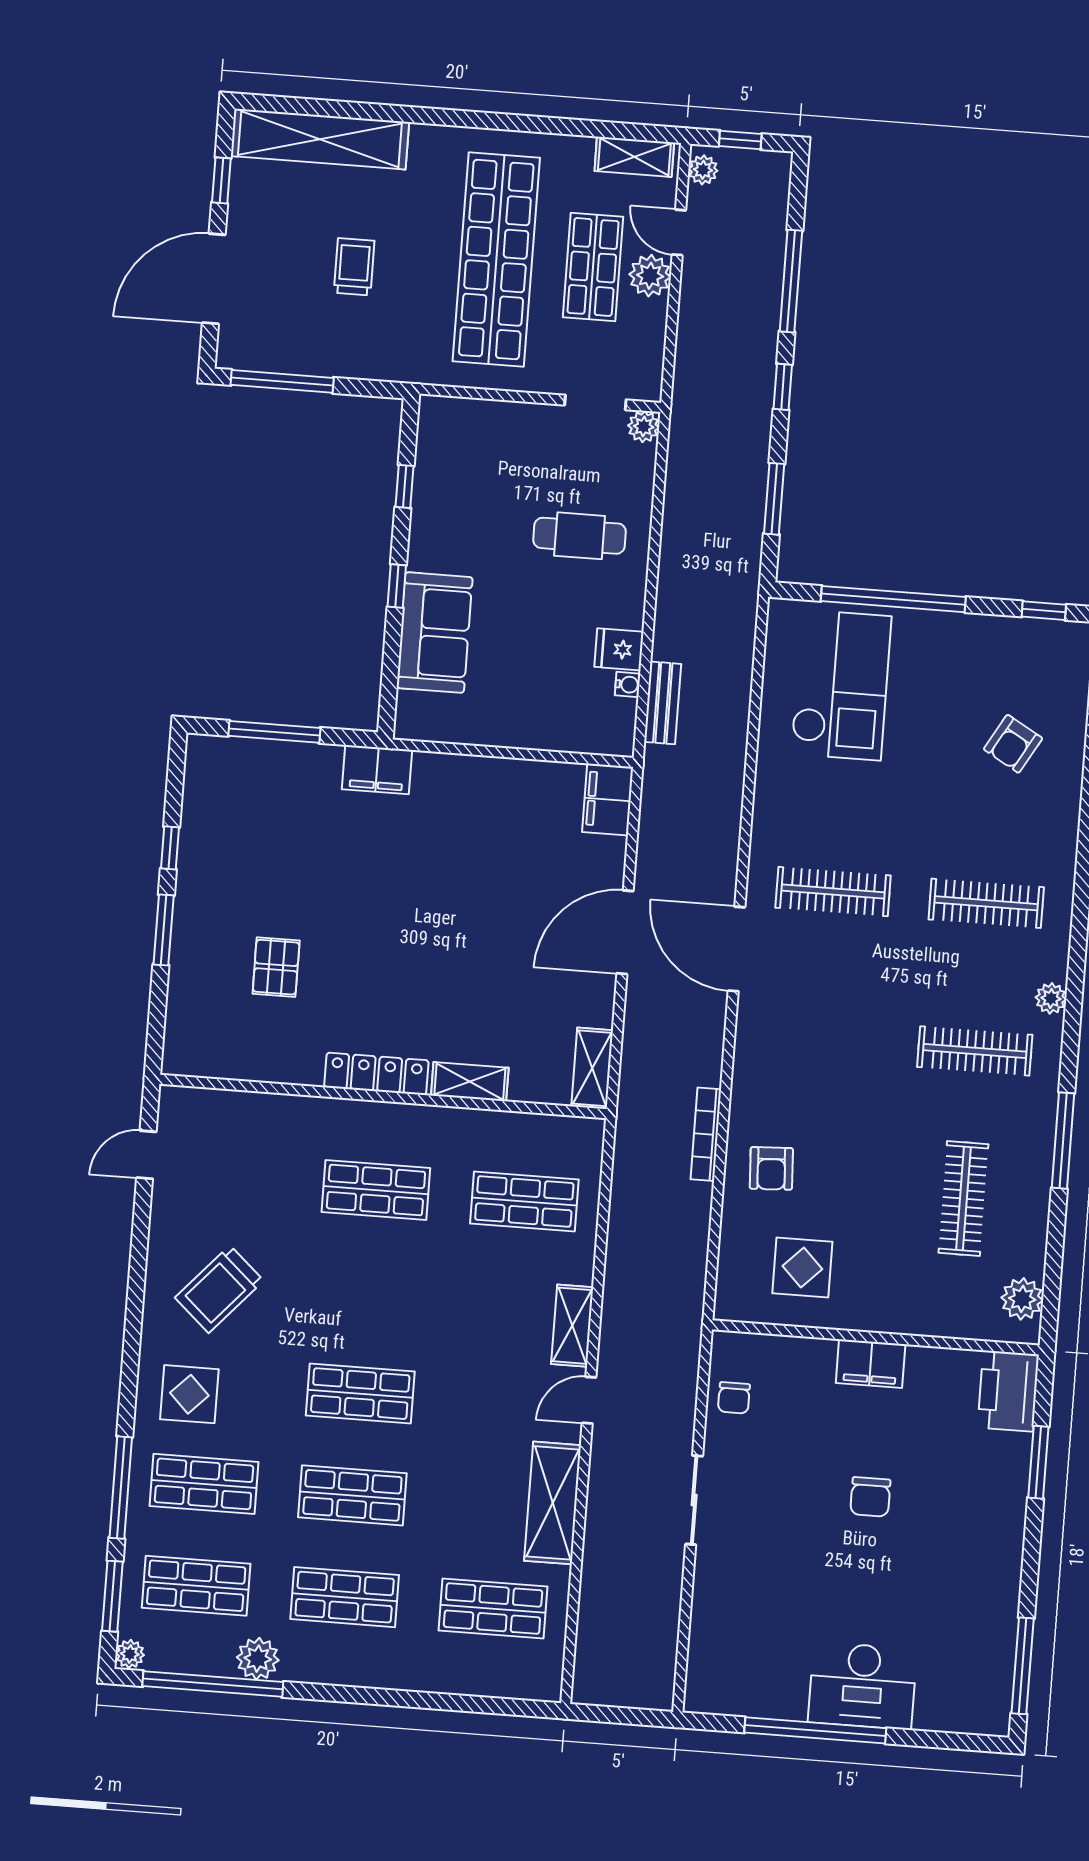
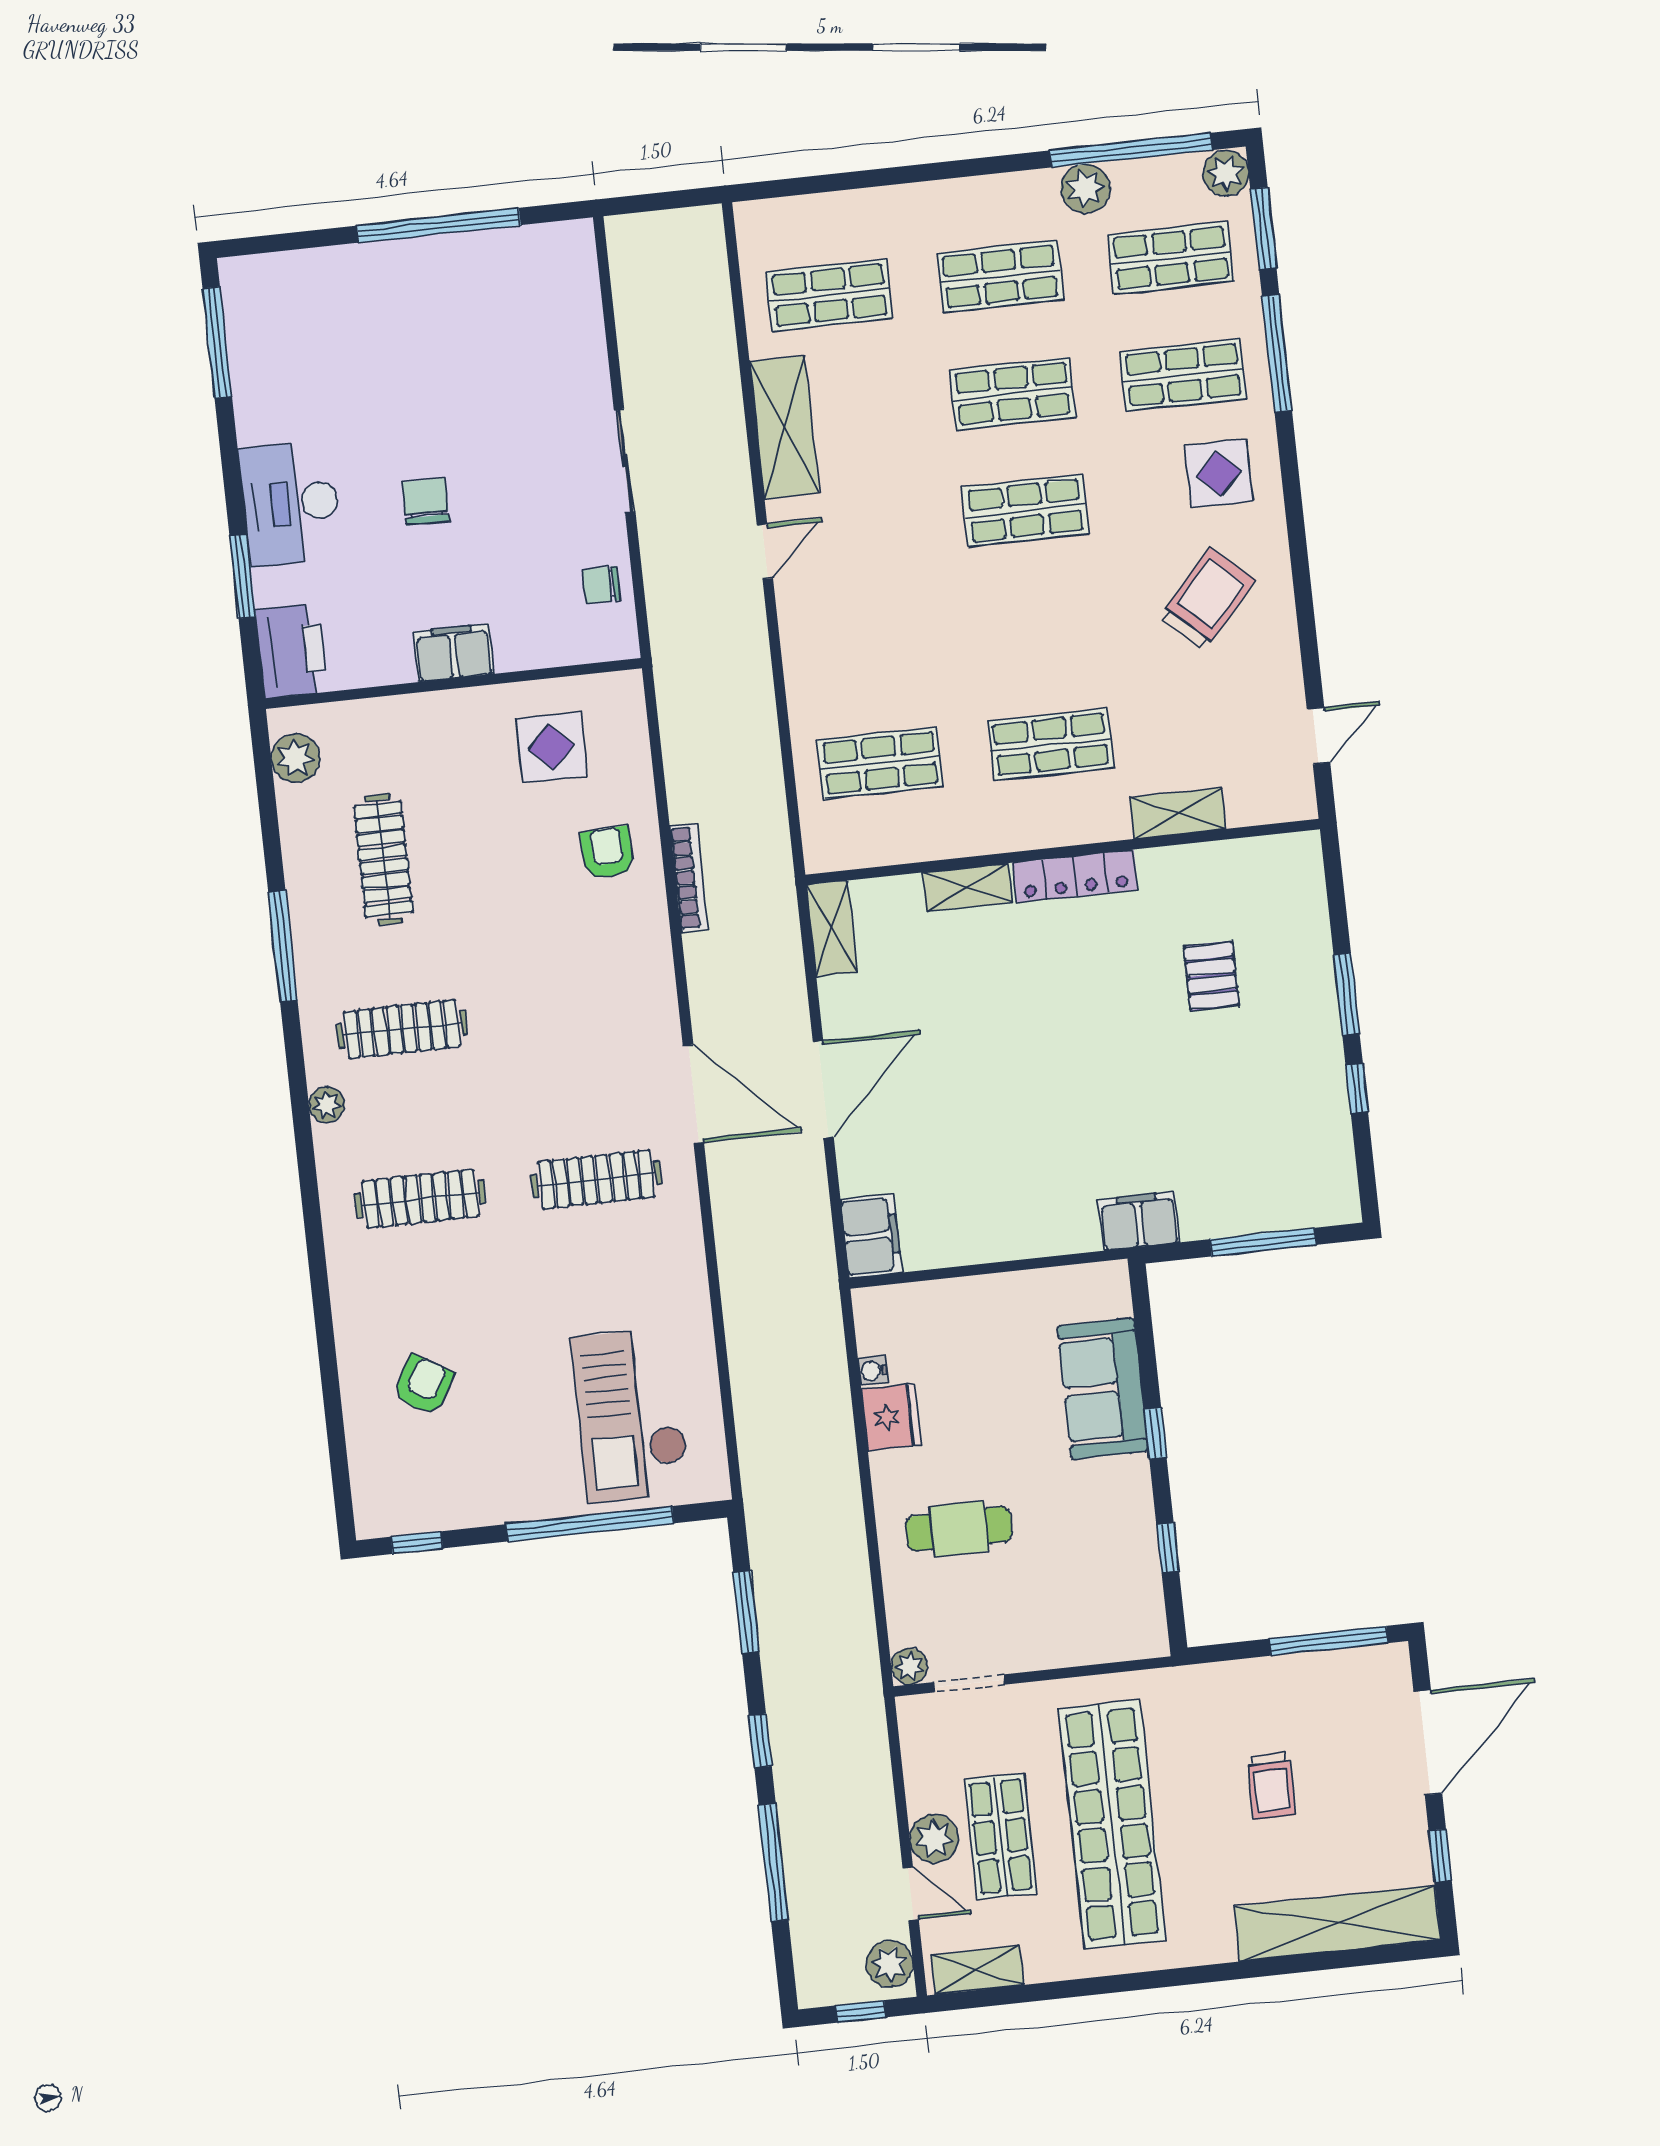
plant: (703, 170) -> (890, 1964), width x1.38, depth x1.38
fridge: (619, 649) -> (891, 1417), width x1.38
bench: (663, 703) -> (829, 1357), removed
shelving: (572, 1326) -> (1178, 813), moved, turned 90
chair: (734, 1398) -> (601, 585), turned -90
plant: (130, 1654) -> (1226, 173), width x1.38, depth x1.38
desk: (862, 1686) -> (291, 503), moved, turned -90

